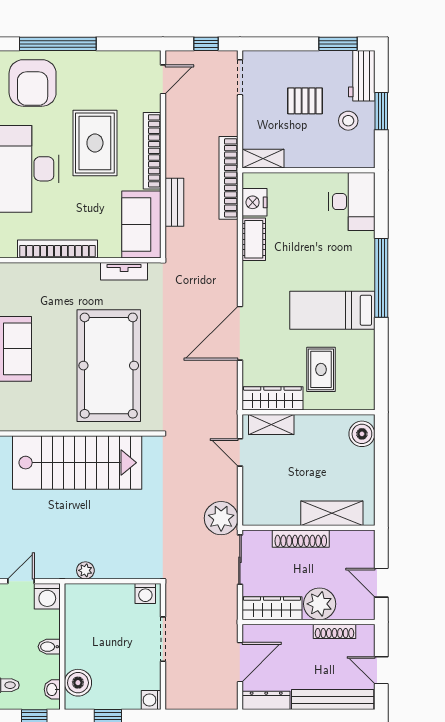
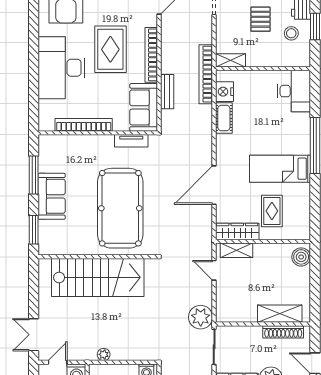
pallet: (305, 101) -> (261, 19), turned 90
shoe rack: (301, 539) -> (283, 332), moved

